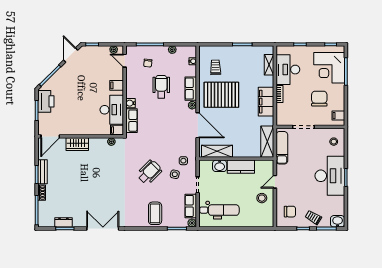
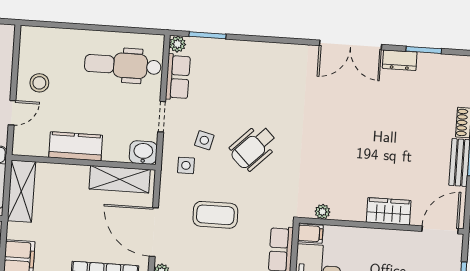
washbasin: (220, 166) -> (143, 153), moved
coffee table: (155, 213) -> (215, 215), moved, turned 90
dresser: (63, 222) -> (400, 60), moved

